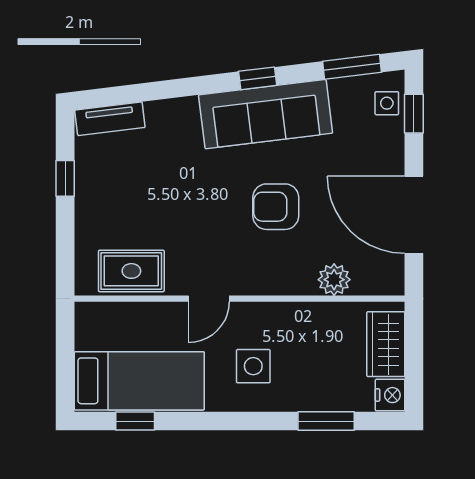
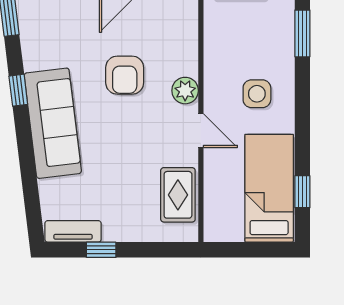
sofa: (266, 114) -> (53, 123), moved
tv unit: (110, 119) -> (73, 231), moved, turned -83
plant: (334, 280) -> (185, 91), moved

